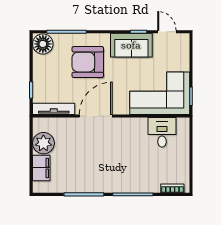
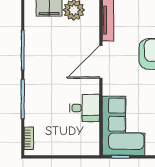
door: (96, 116) -> (101, 62), swing flipped
desk: (162, 132) -> (85, 108), moved

